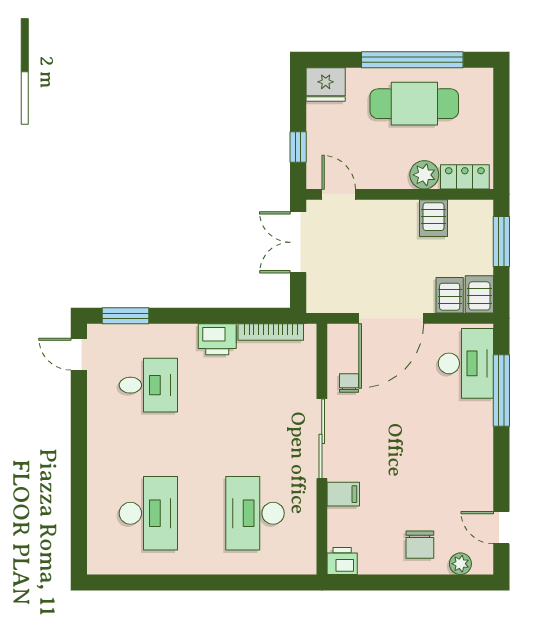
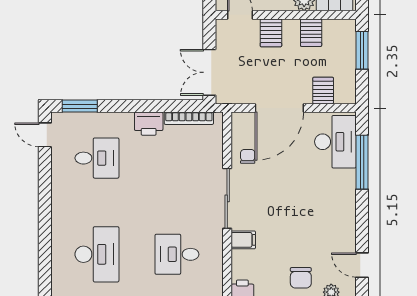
double door: (298, 242) -> (209, 72), moved
server rack: (479, 294) -> (271, 33), moved, turned 180
desk: (255, 513) -> (177, 254), width x0.73

